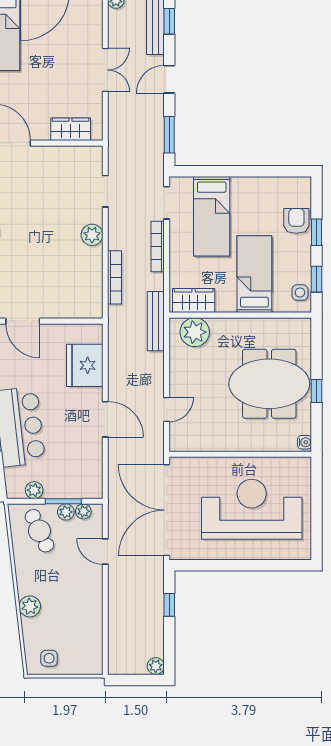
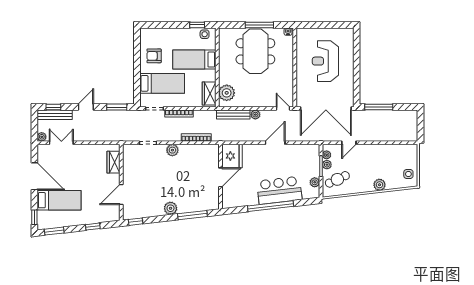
double door: (105, 70) -> (61, 143), moved
door: (169, 79) -> (86, 107), swing flipped
armchair: (296, 221) -> (154, 56), moved
window: (317, 232) -> (171, 25), removed
door: (23, 321) -> (221, 177), moved
bench: (156, 321) -> (233, 115), moved
fridge: (85, 365) -> (232, 156), moved, turned -90
window: (317, 391) -> (259, 25), width x2.17
door: (167, 409) -> (283, 109), moved
reception desk: (252, 509) -> (325, 61), width x0.74, depth x0.77
window: (169, 605) -> (379, 107), width x2.17
plant: (156, 666) -> (255, 115), moved

